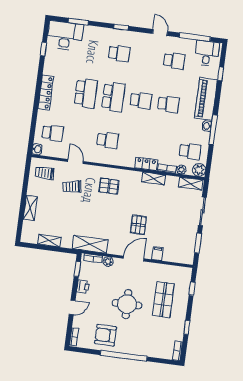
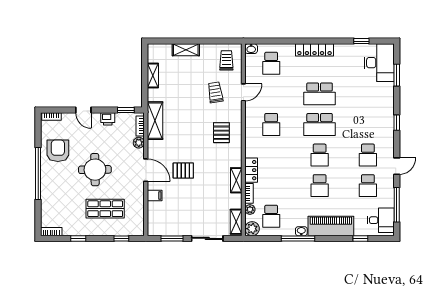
school desk: (119, 53) -> (368, 155), moved

